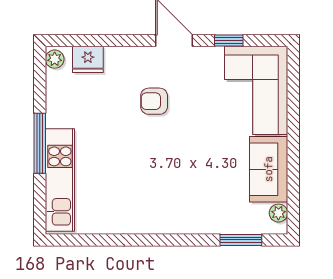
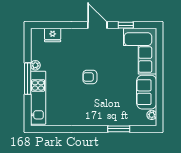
plant: (55, 59) -> (35, 65), moved
armchair: (154, 101) -> (90, 77), moved
window: (241, 240) -> (119, 129), moved

